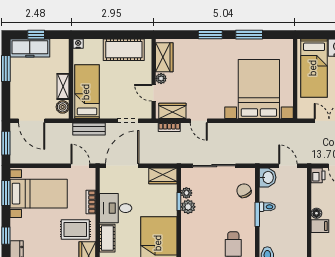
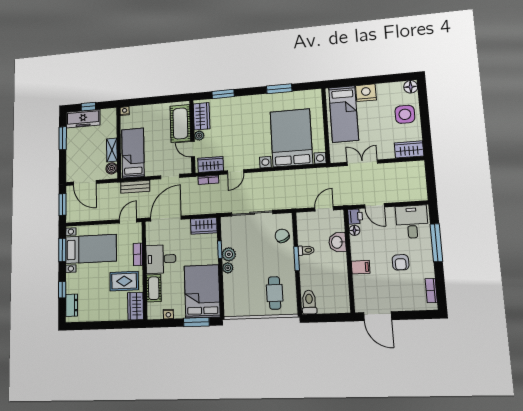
window: (210, 35) -> (223, 94), moved
cot: (124, 50) -> (180, 123), moved, turned 90
door: (199, 121) -> (236, 172), hinge flipped
door: (80, 166) -> (128, 221), hinge flipped
door: (288, 166) -> (324, 209), hinge flipped
washbasin: (268, 177) -> (337, 242), moved, turned 180
plant: (186, 193) -> (228, 268), moved
floor lamp: (316, 213) -> (354, 230), moved

